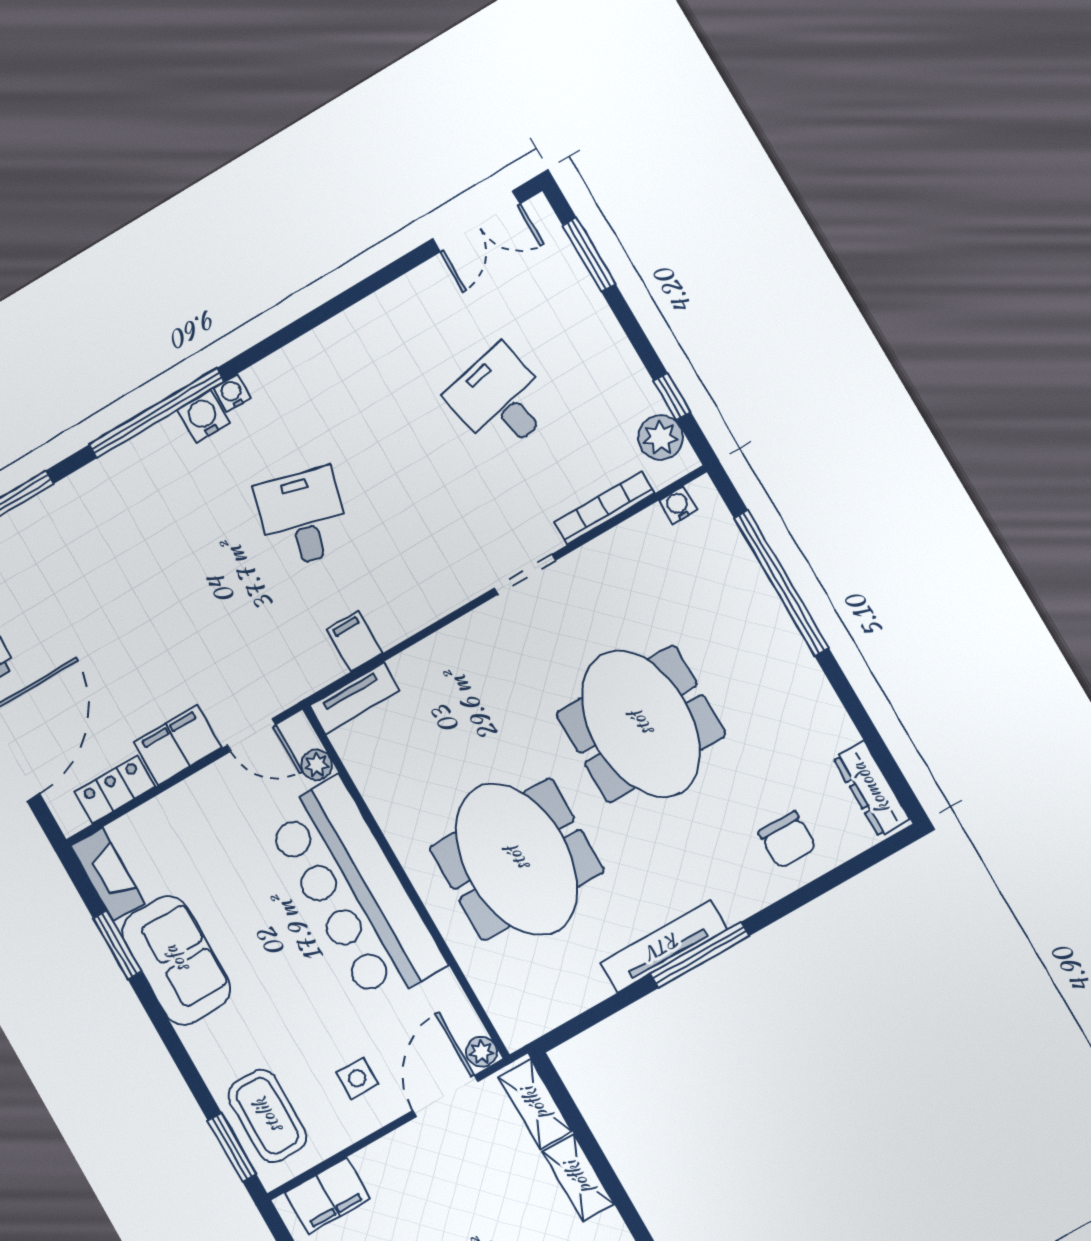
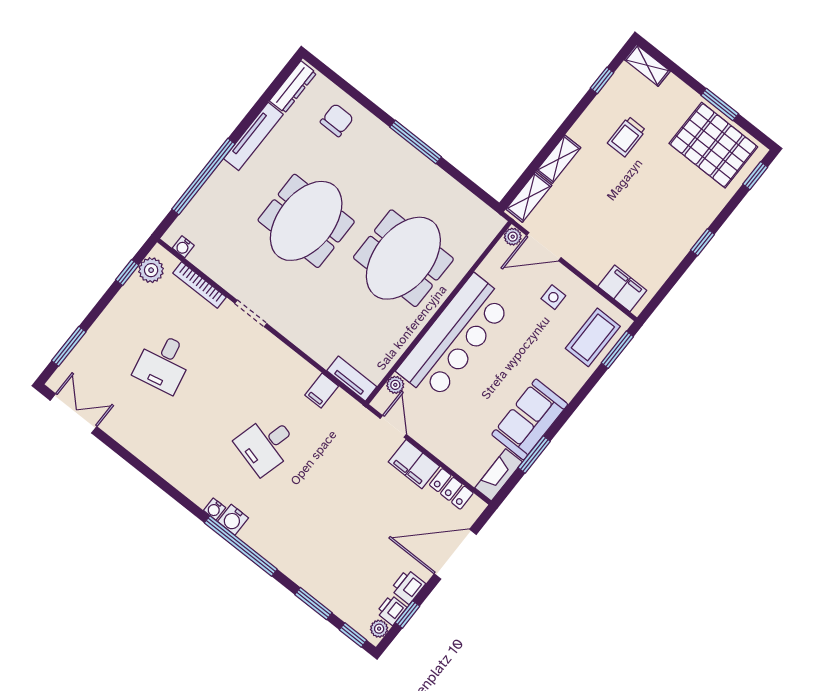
tv unit: (664, 946) -> (253, 136), moved, turned -90

